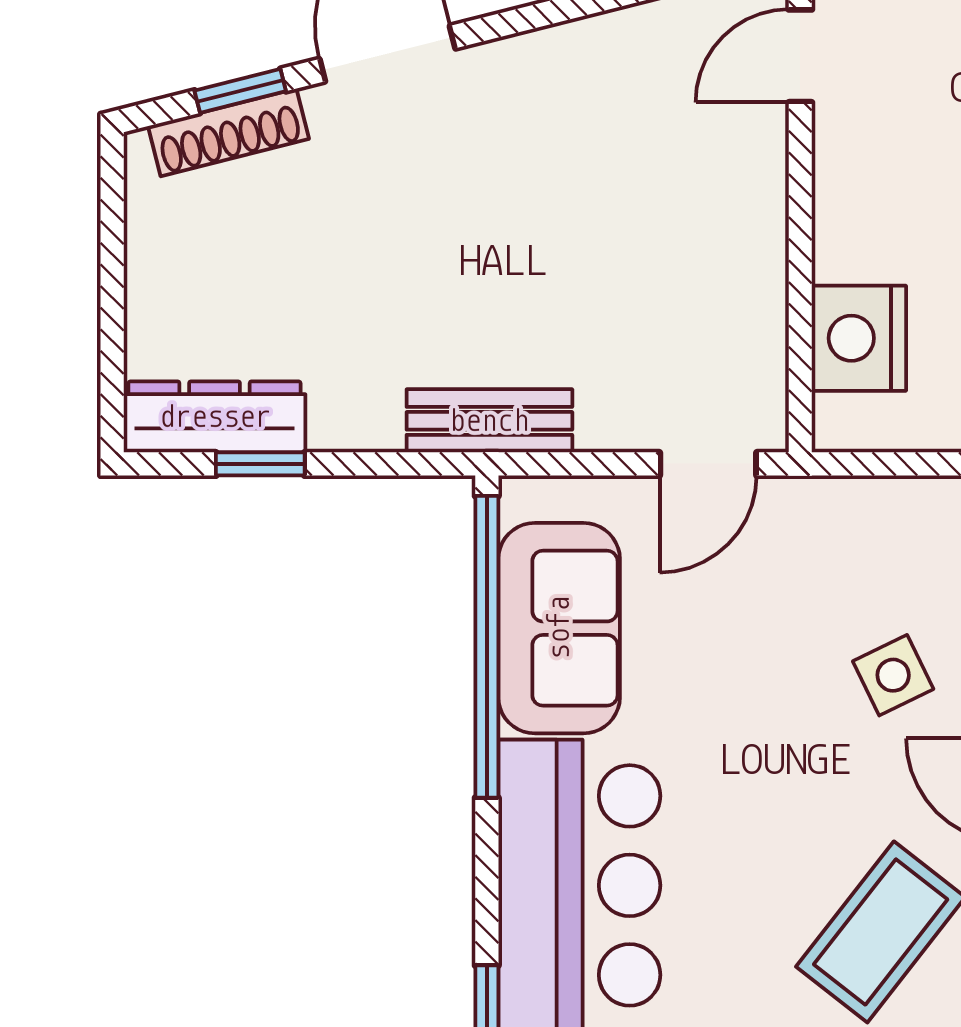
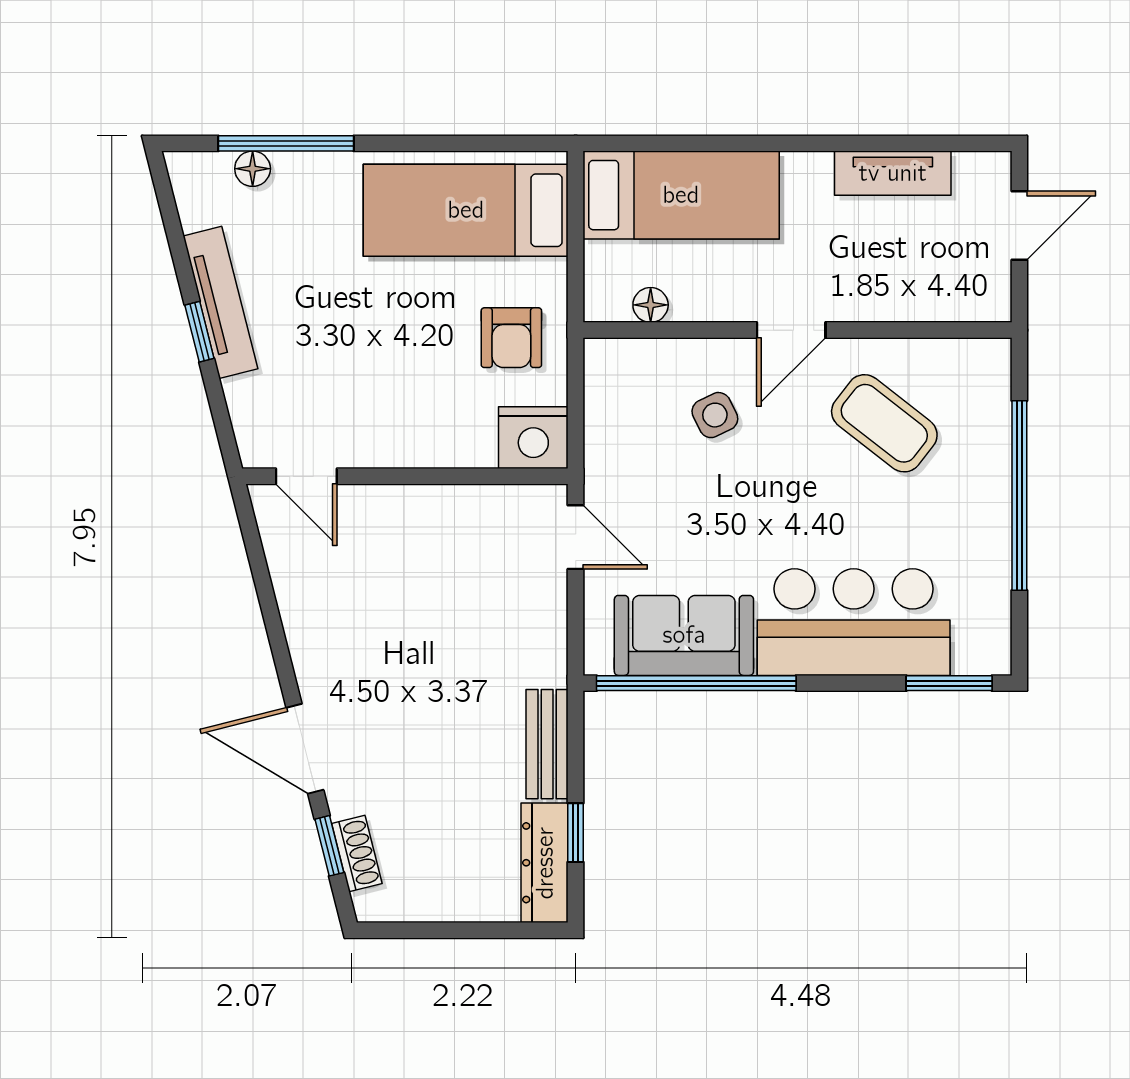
shoe rack: (229, 132) -> (357, 854), width x0.70
nightstand: (859, 338) -> (533, 438), moved
bench: (489, 421) -> (547, 744), moved

